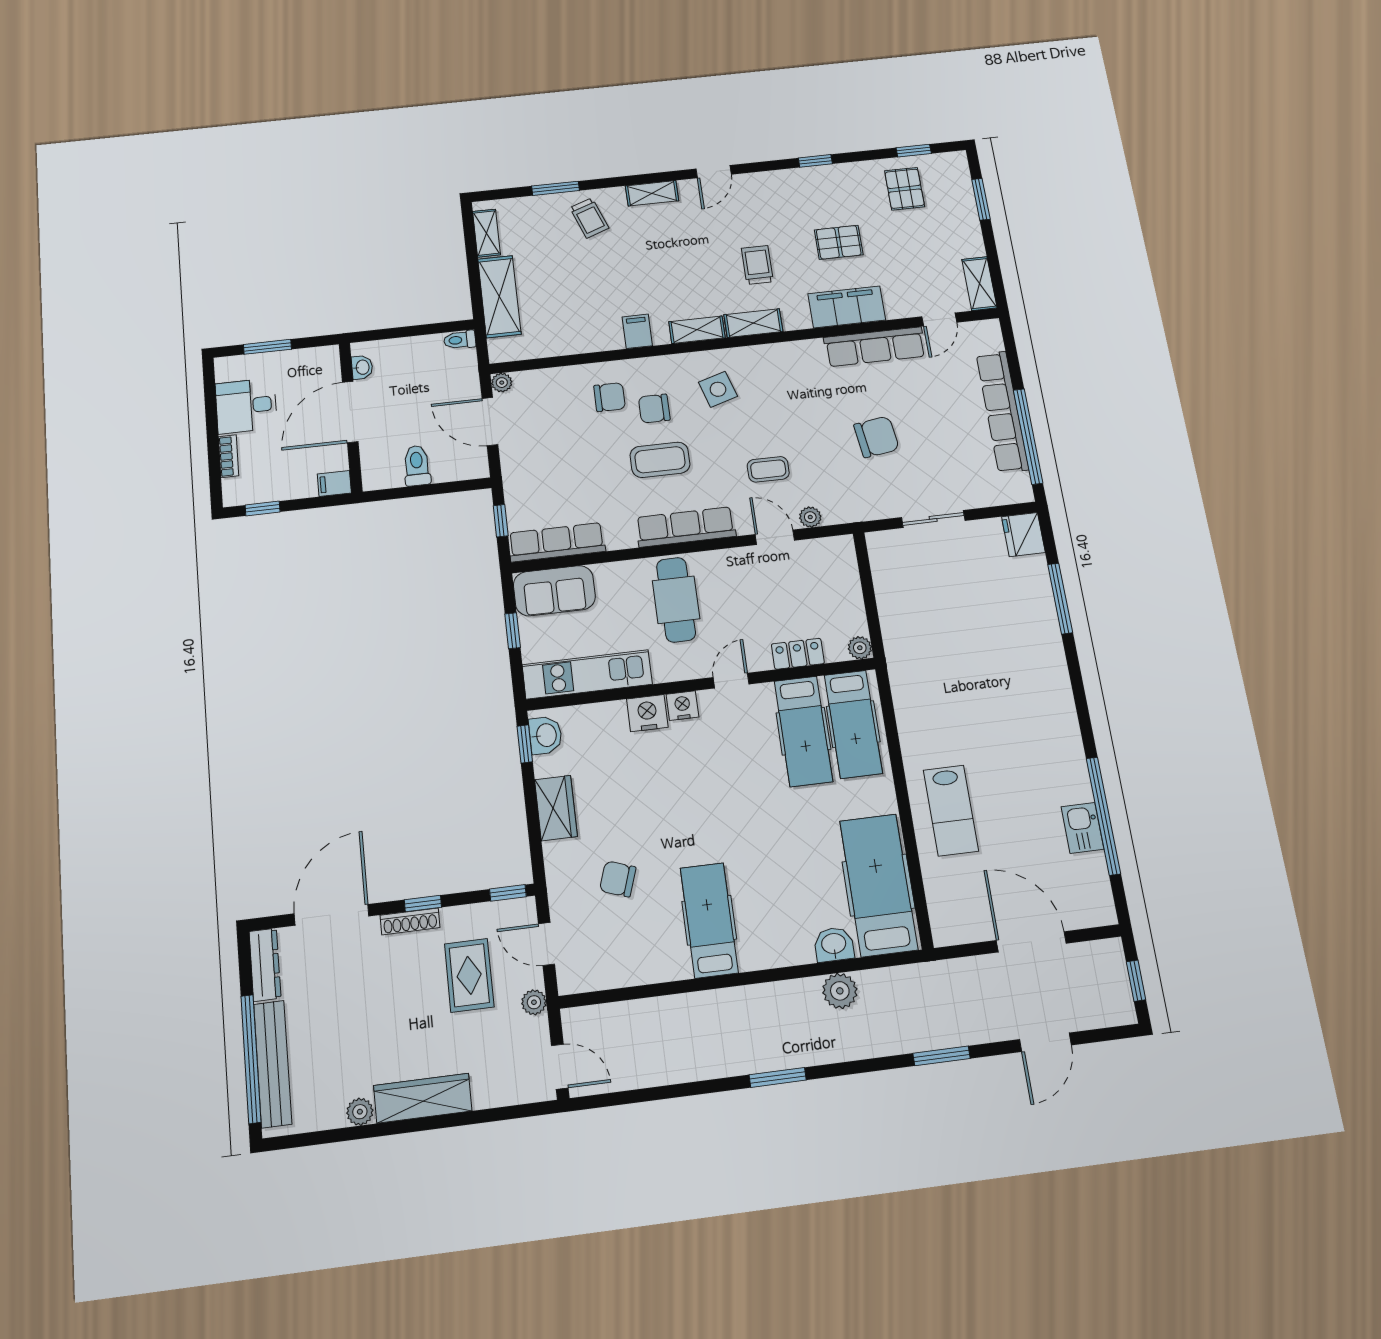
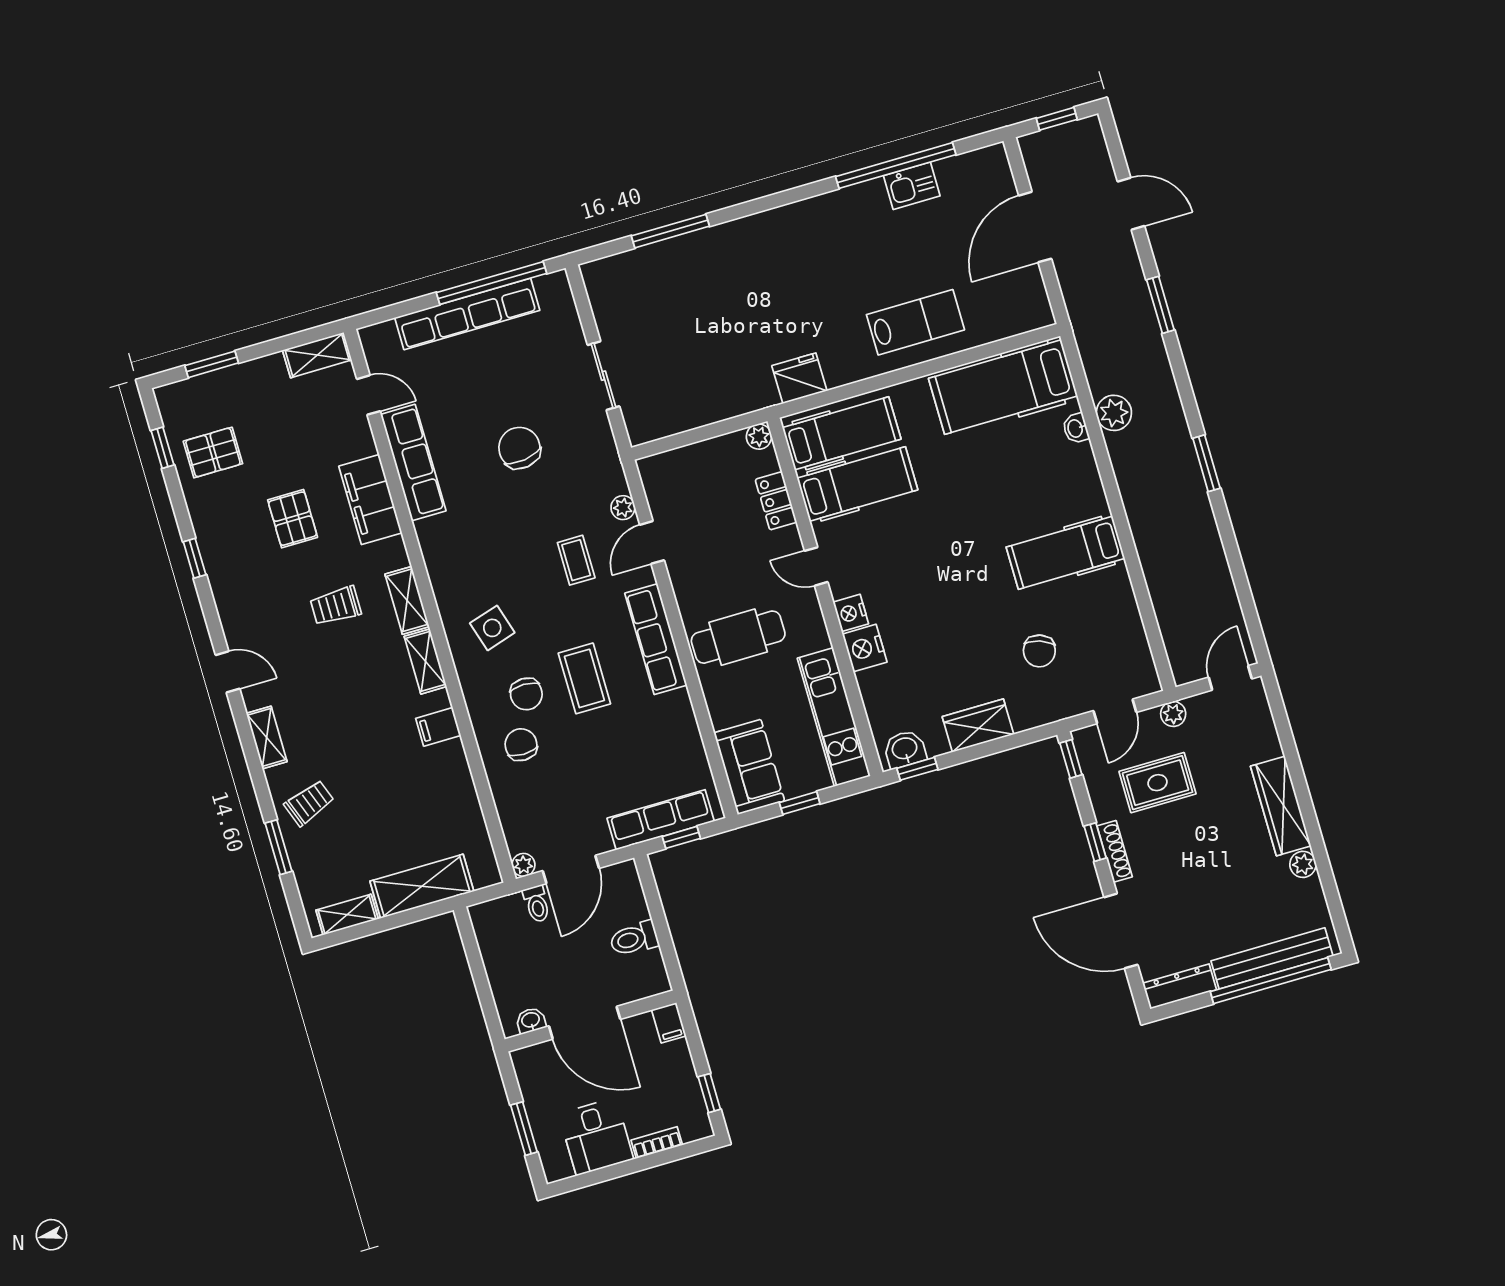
toilet: (460, 340) -> (537, 904), moved
fridge: (1023, 535) -> (799, 378), moved, turned 180
row of seats: (557, 542) -> (661, 820), moved, turned 90
washbasin: (834, 944) -> (1076, 428), width x0.72, depth x0.69

